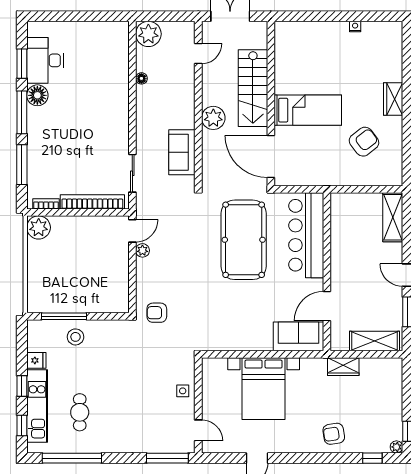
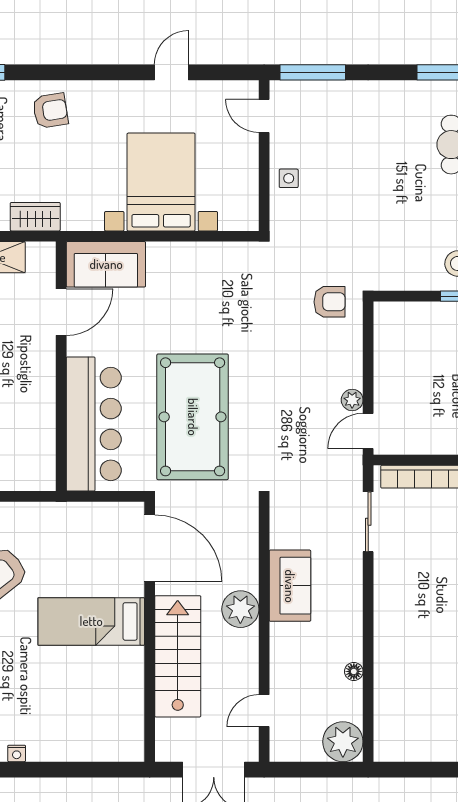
sofa: (182, 152) -> (290, 586), moved

